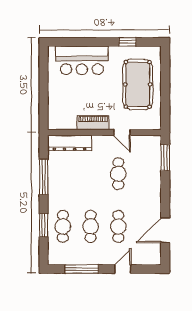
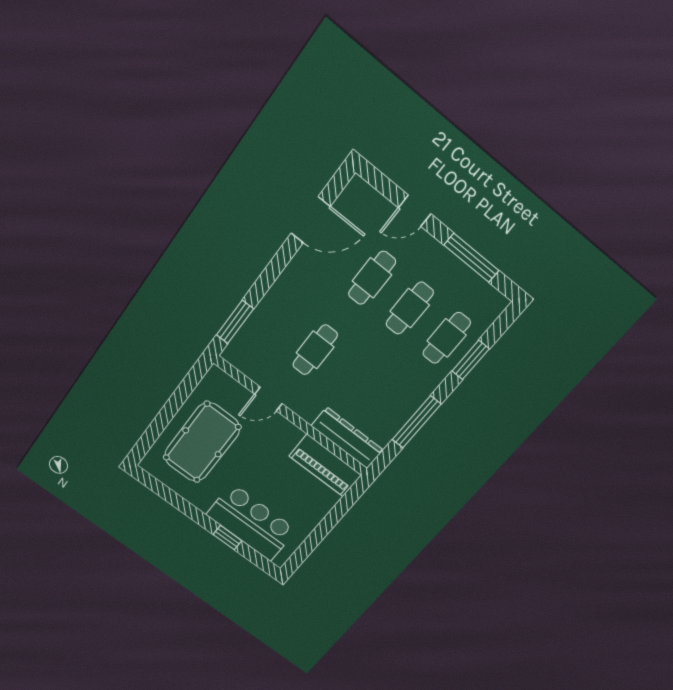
window: (127, 42) -> (227, 538), moved
piano: (93, 123) -> (325, 466), moved, width x1.37, depth x1.33
door: (122, 132) -> (268, 399), swing flipped

